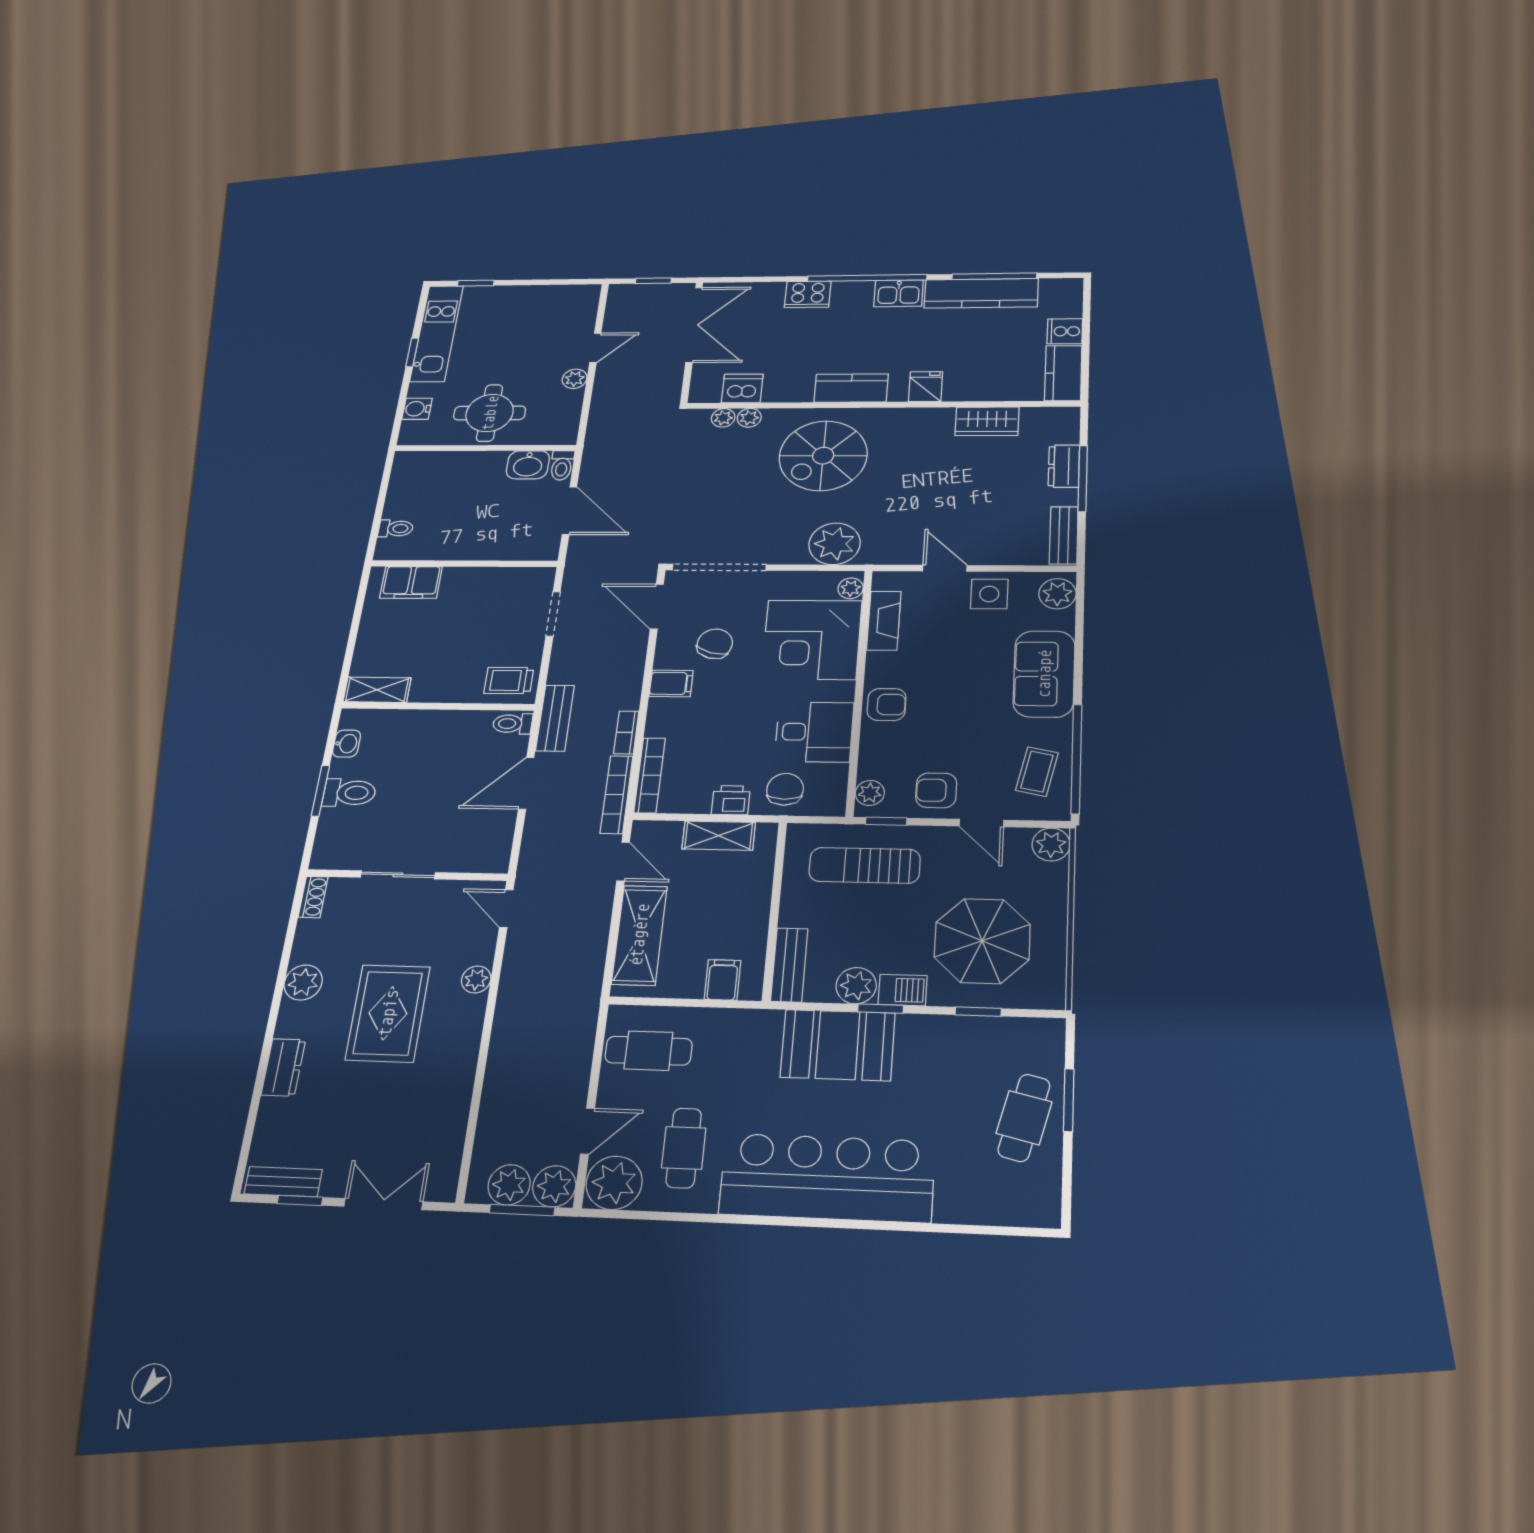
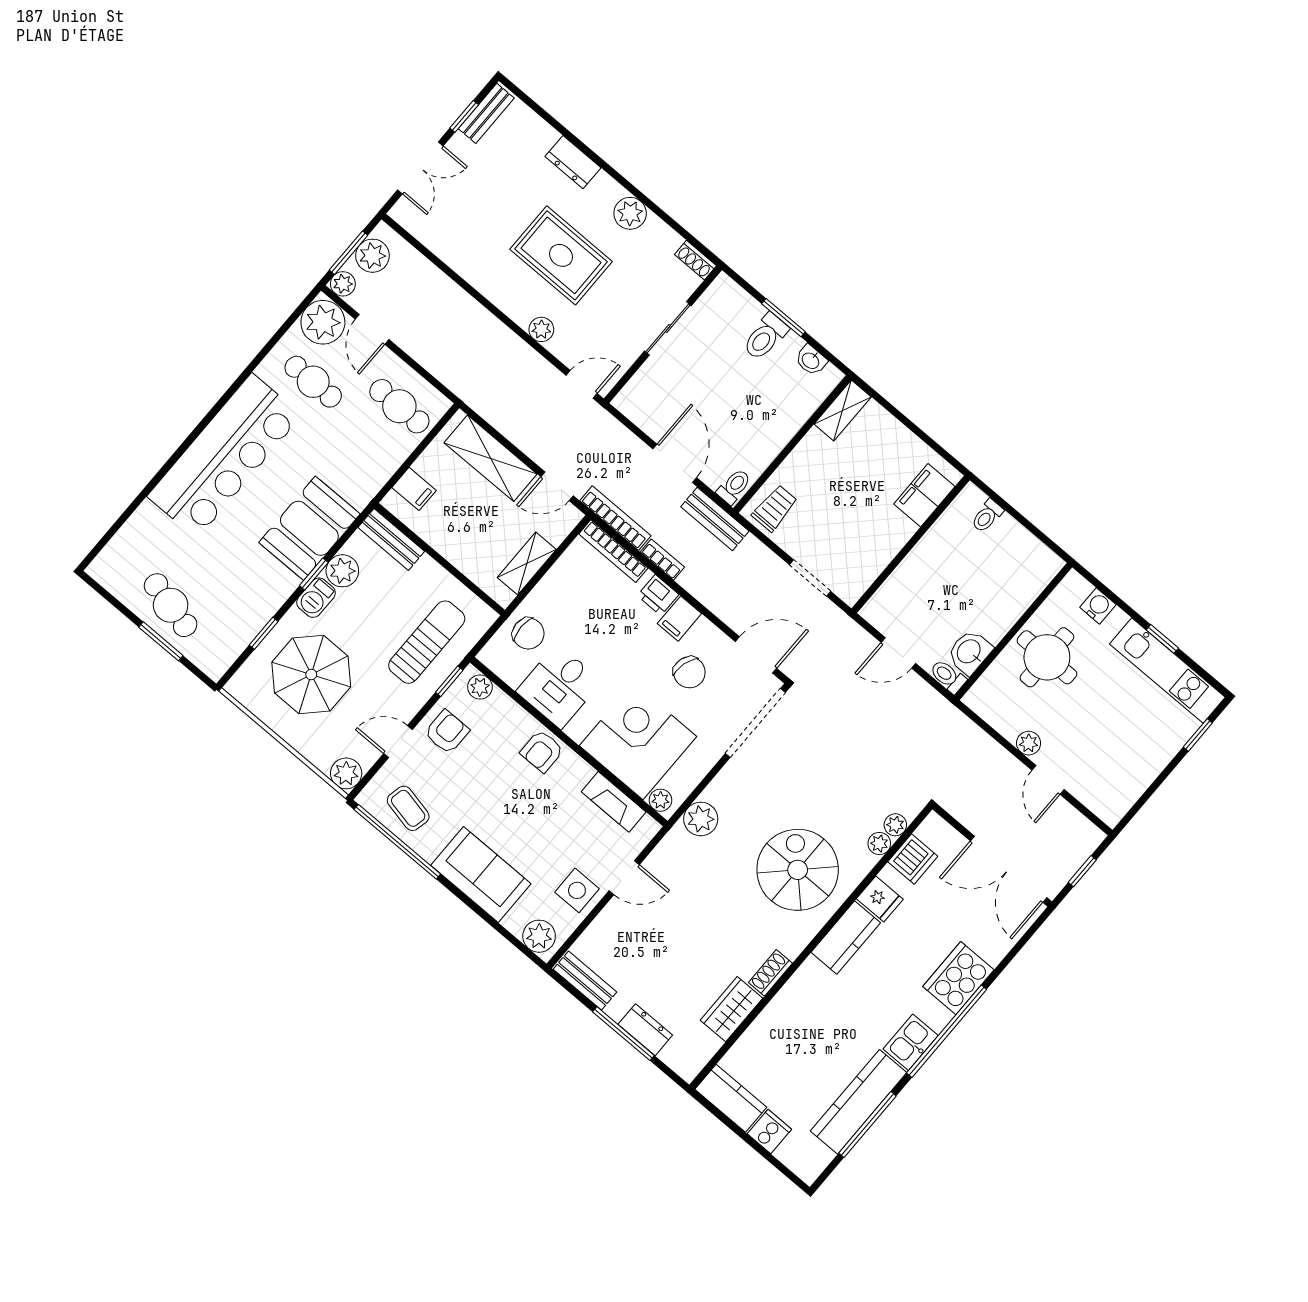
cooker: (808, 294) -> (958, 978), width x1.37, depth x1.31
fridge: (926, 387) -> (880, 899), moved
shoe rack: (930, 416) -> (770, 973), added
door: (569, 511) -> (898, 653), width x0.73
plant: (835, 544) -> (701, 819), width x0.73, depth x0.73
printer: (731, 800) -> (658, 595), moved, turned 90
cafe table: (649, 1051) -> (399, 406), turned 90
plant: (554, 1186) -> (343, 284), width x0.73, depth x0.73

